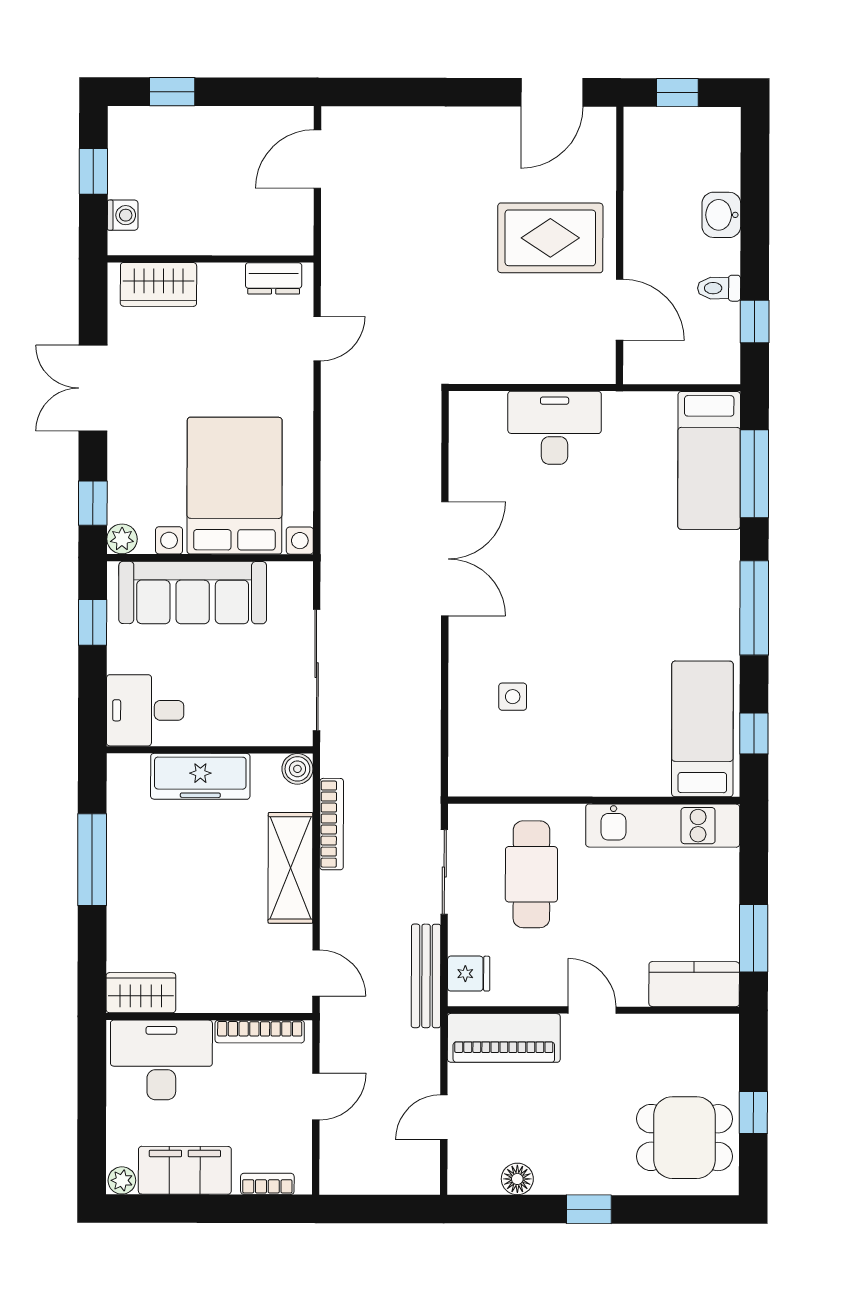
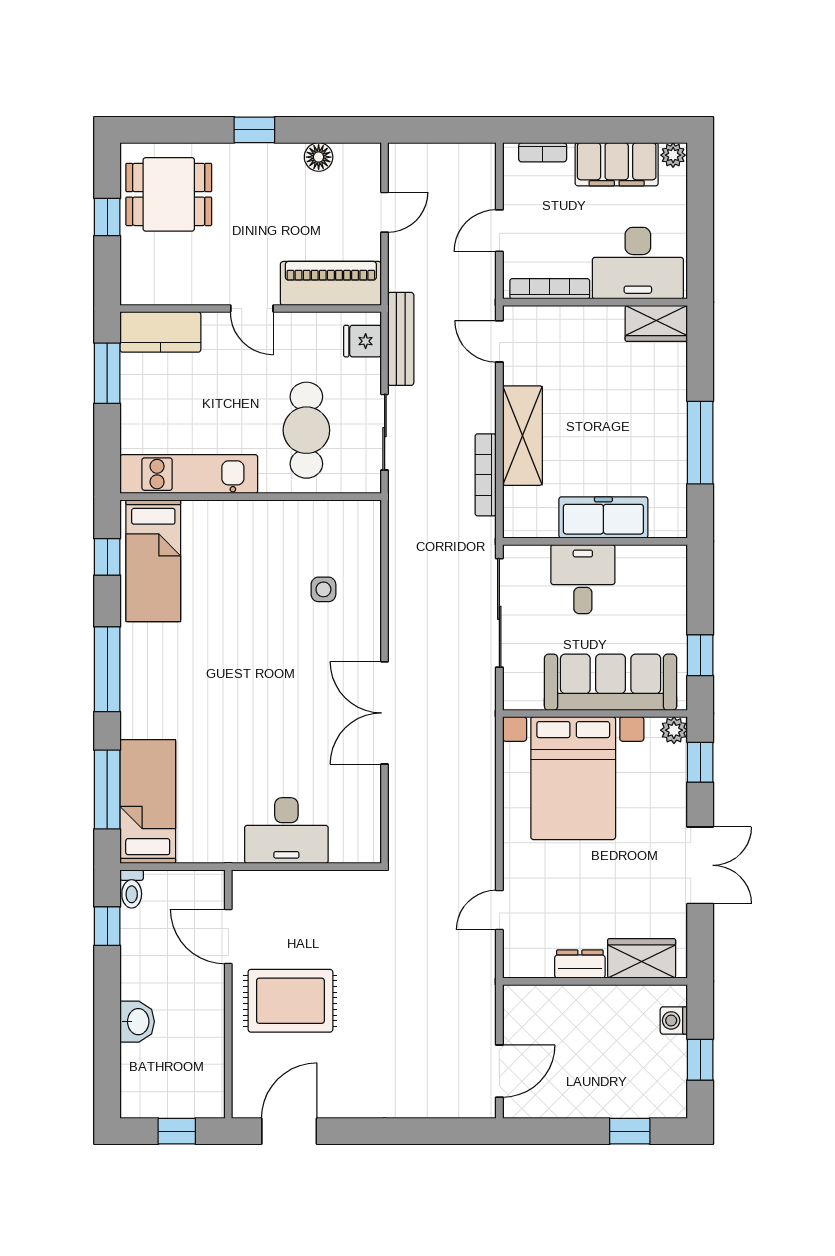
dresser: (274, 278) -> (580, 964), moved
toilet: (719, 288) -> (132, 889), moved, turned 90
desk: (145, 710) -> (583, 579), moved, turned -90
boiler: (297, 769) -> (516, 524), removed

